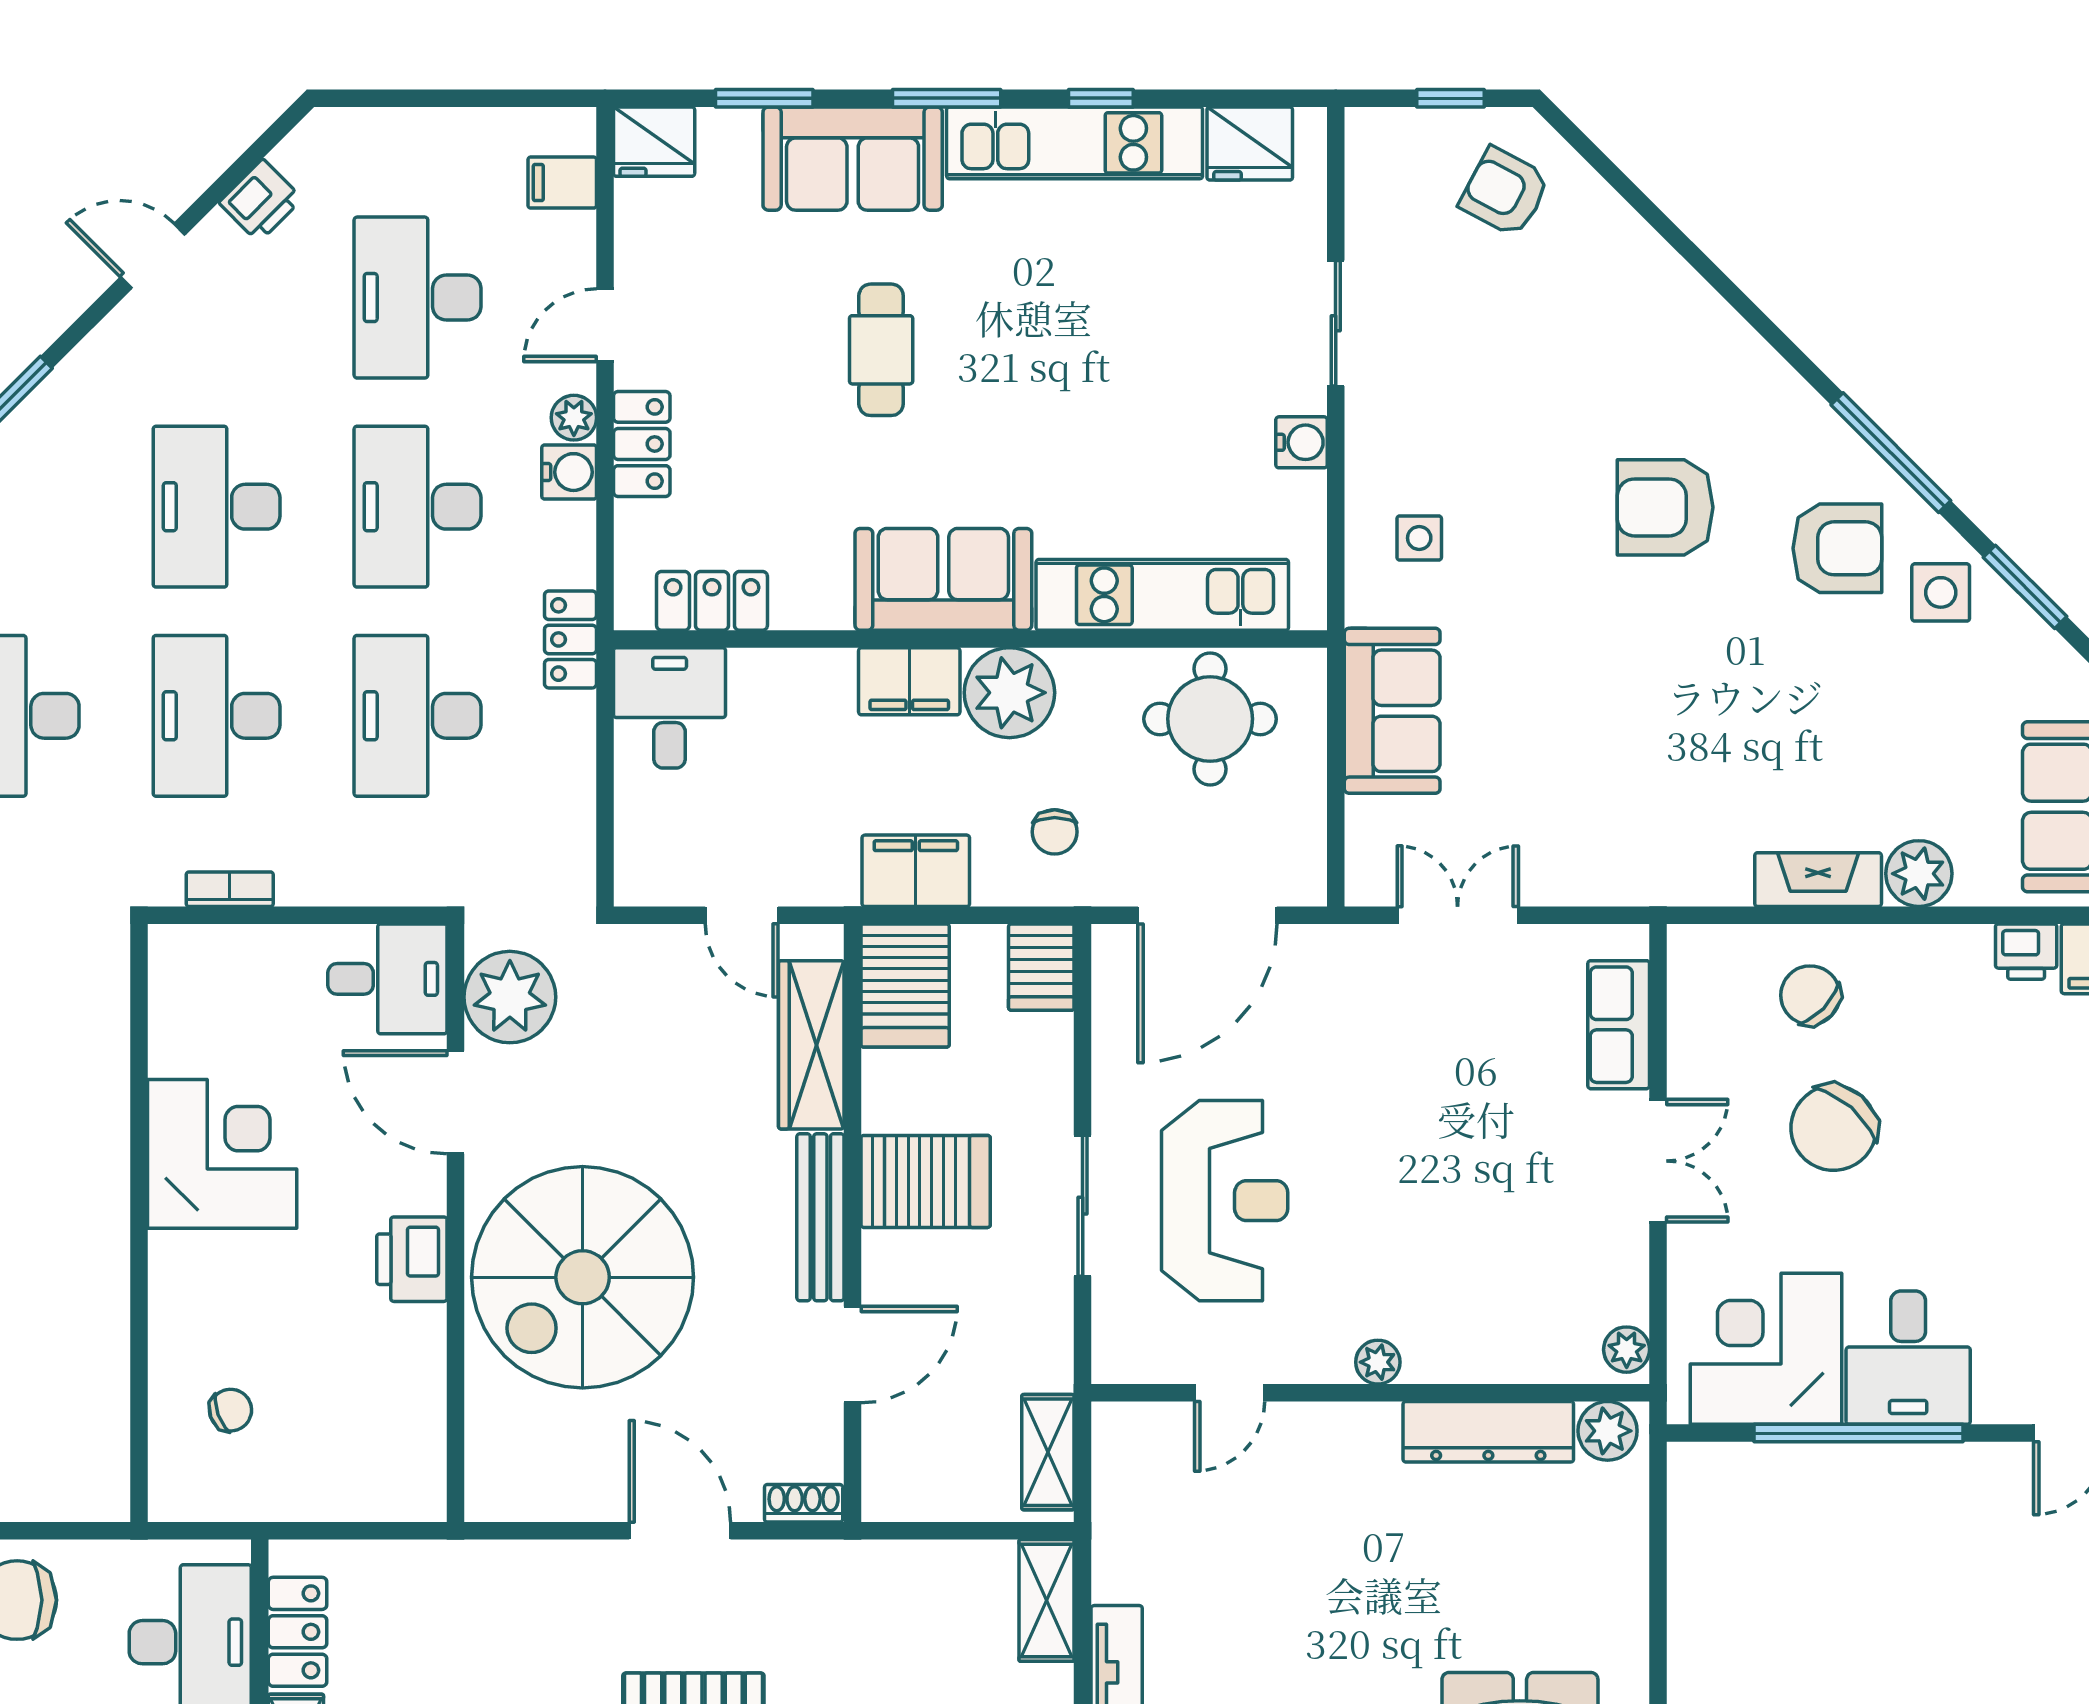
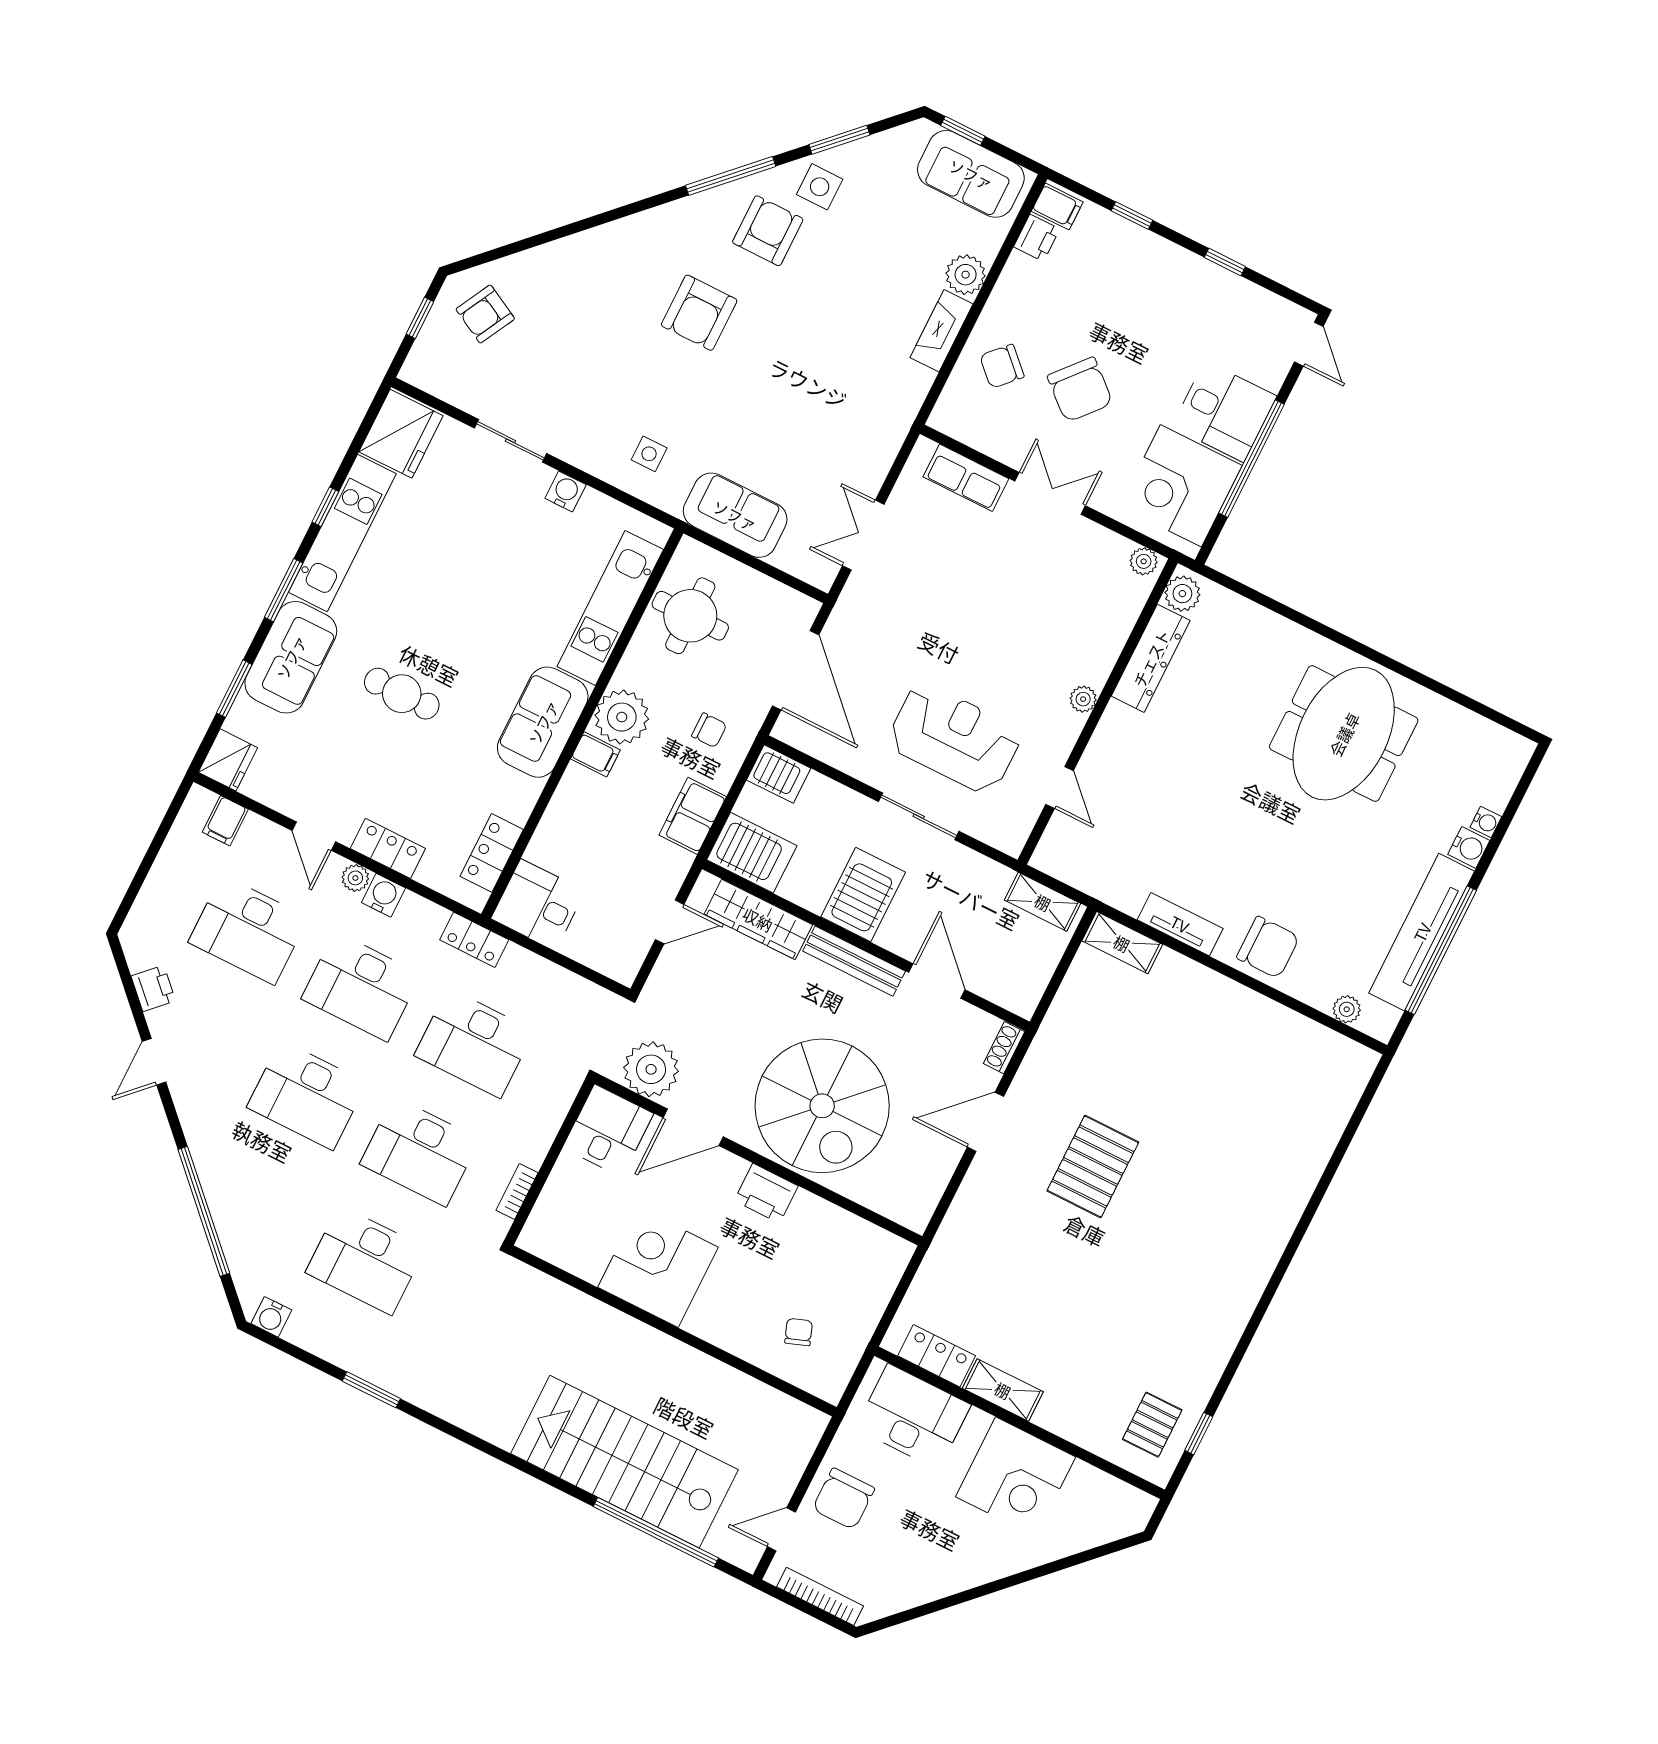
fridge: (1250, 144) -> (401, 434), width x1.36, depth x1.34
filing cabinet: (909, 681) -> (595, 754), width x0.50

